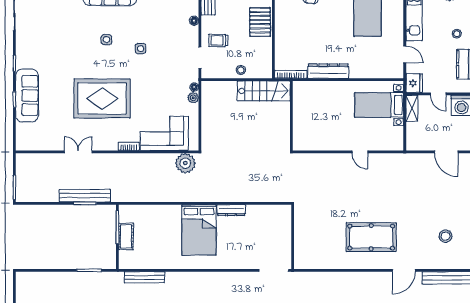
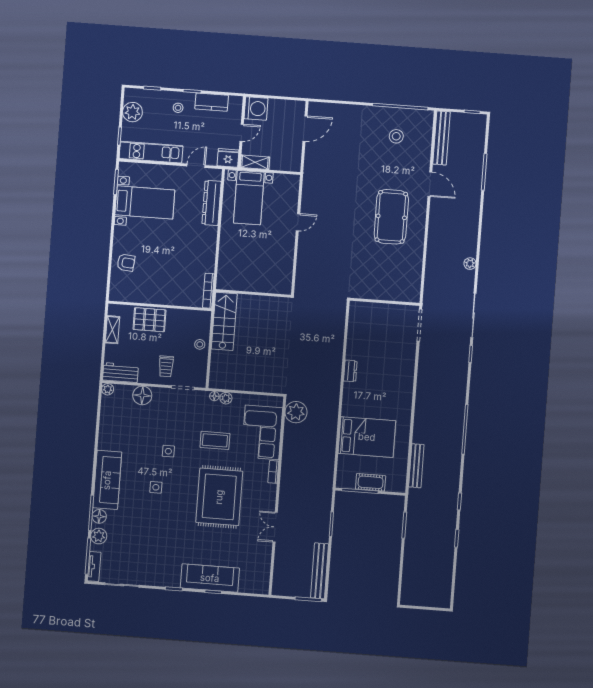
floor lamp: (194, 21) -> (142, 395), width x1.89, depth x1.89
dresser: (328, 71) -> (212, 203), moved
coffee table: (154, 91) -> (215, 440), added
bench: (85, 196) -> (320, 571), moved
dresser: (231, 210) -> (350, 371), width x0.70
bed: (199, 230) -> (367, 437), moved

